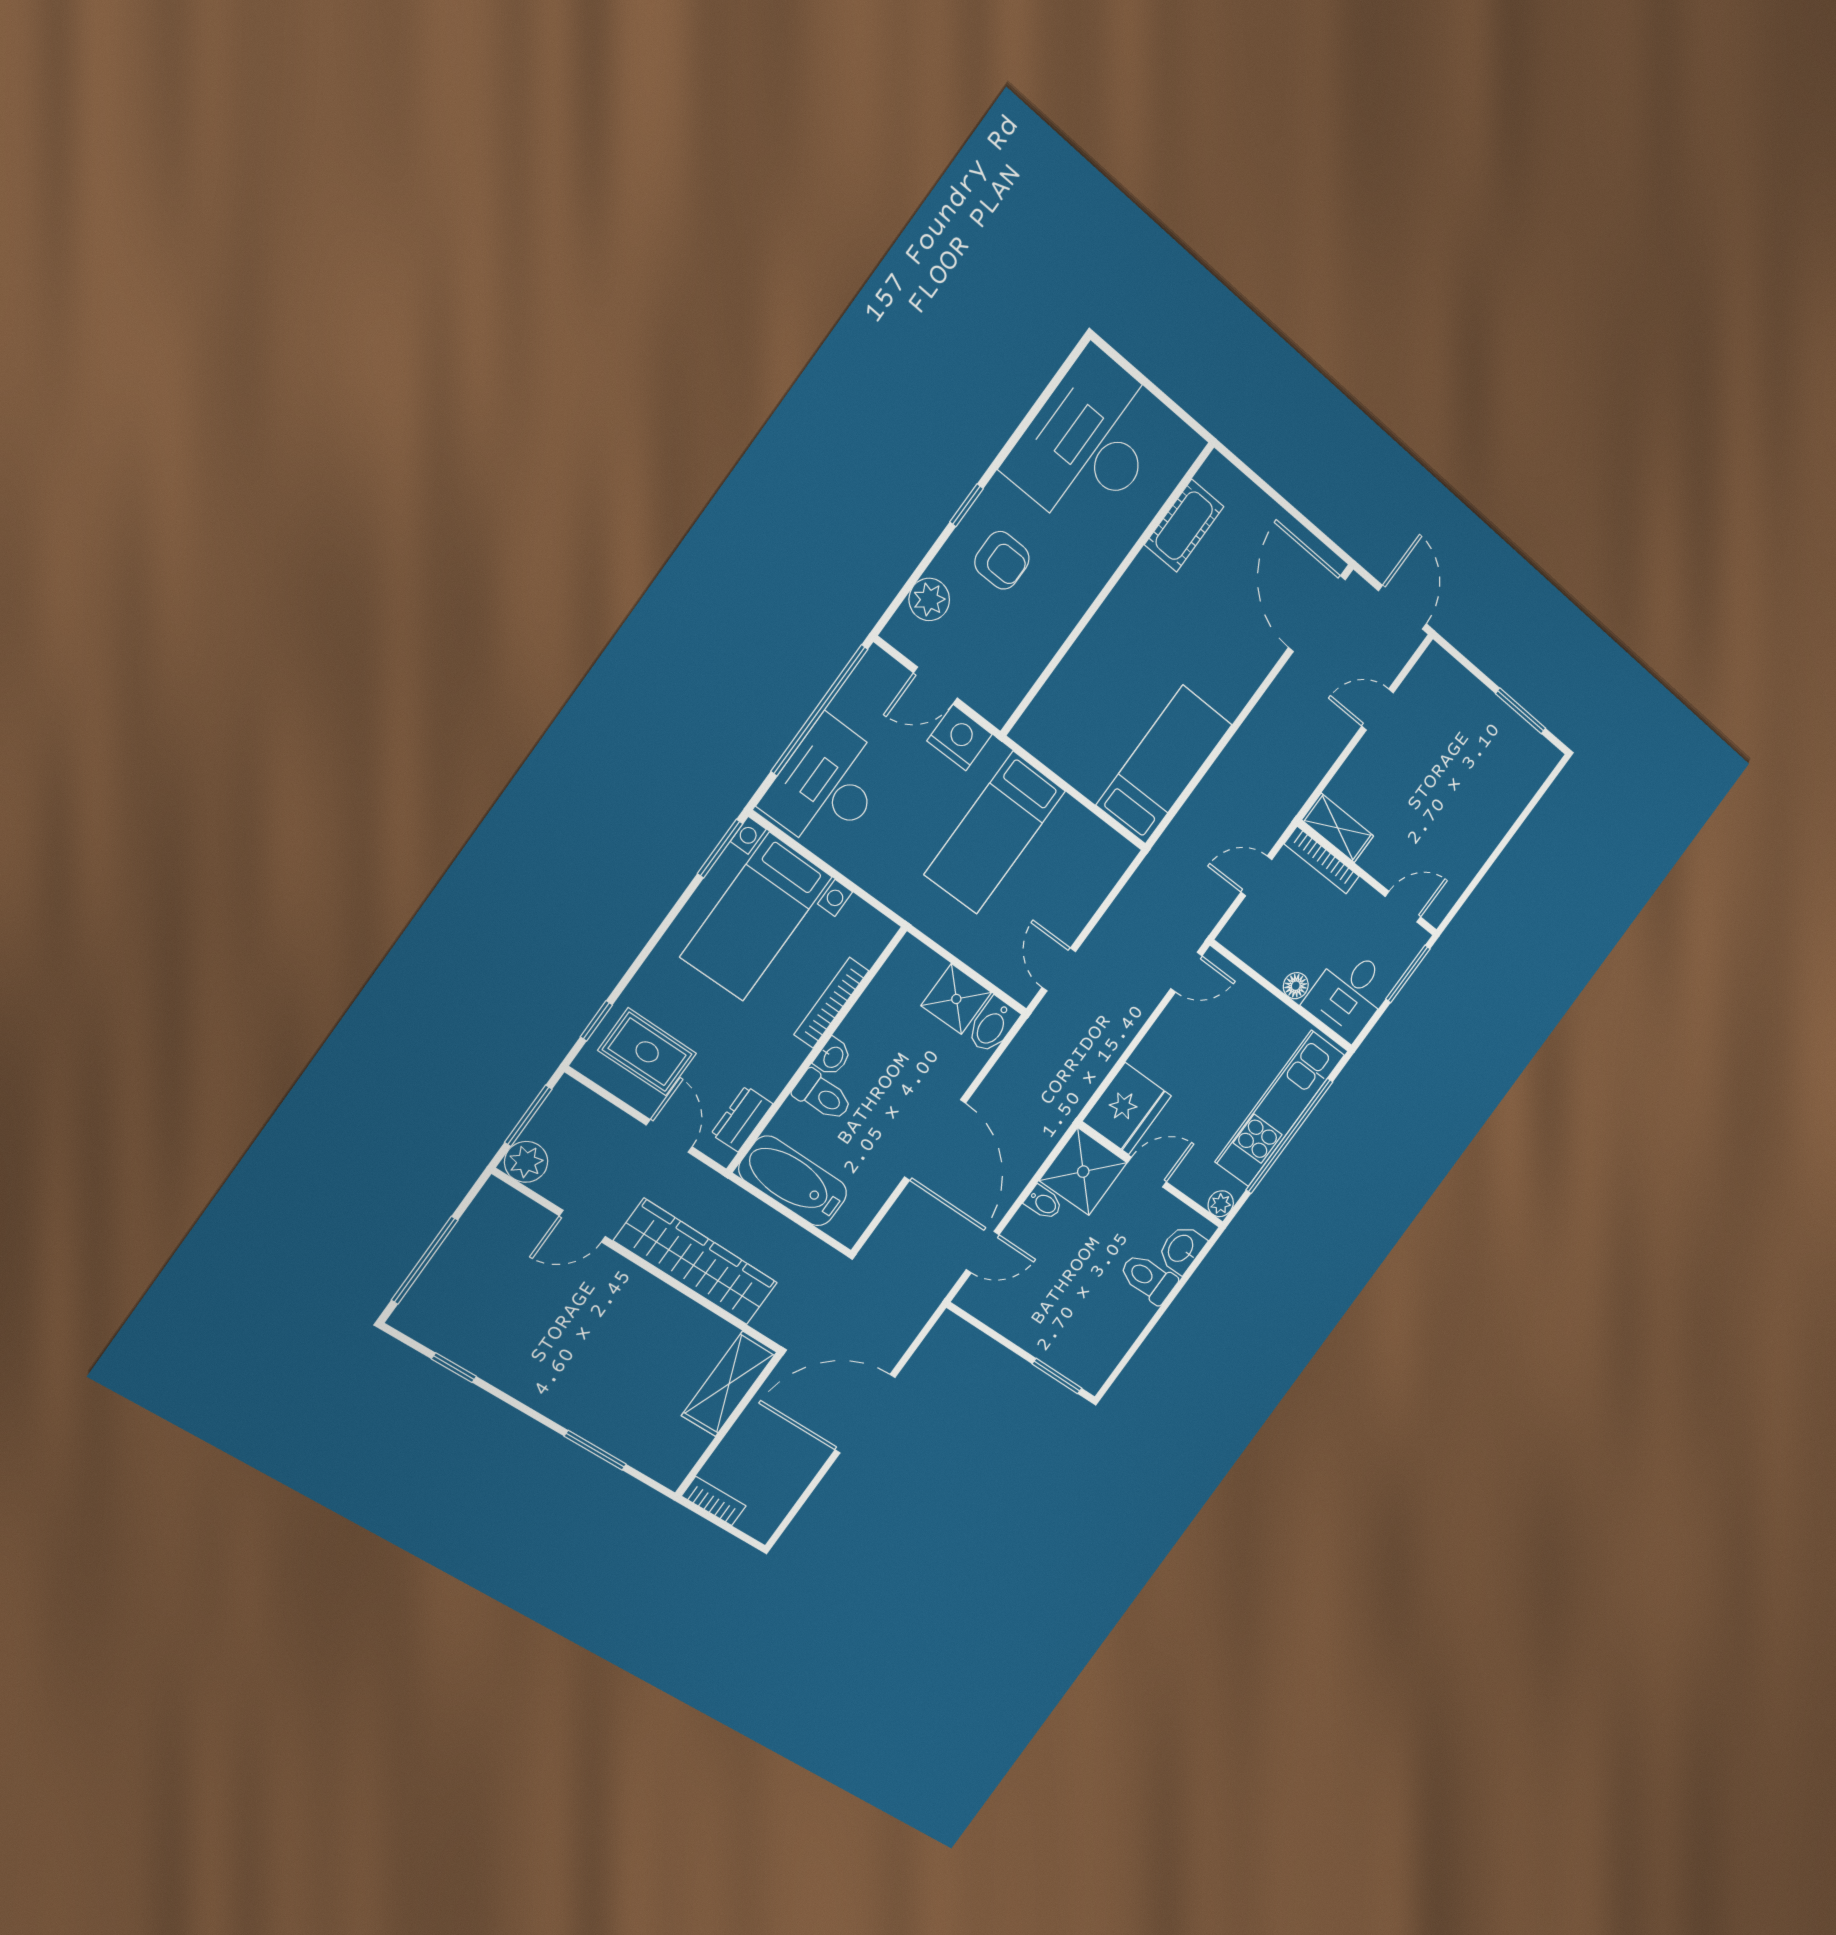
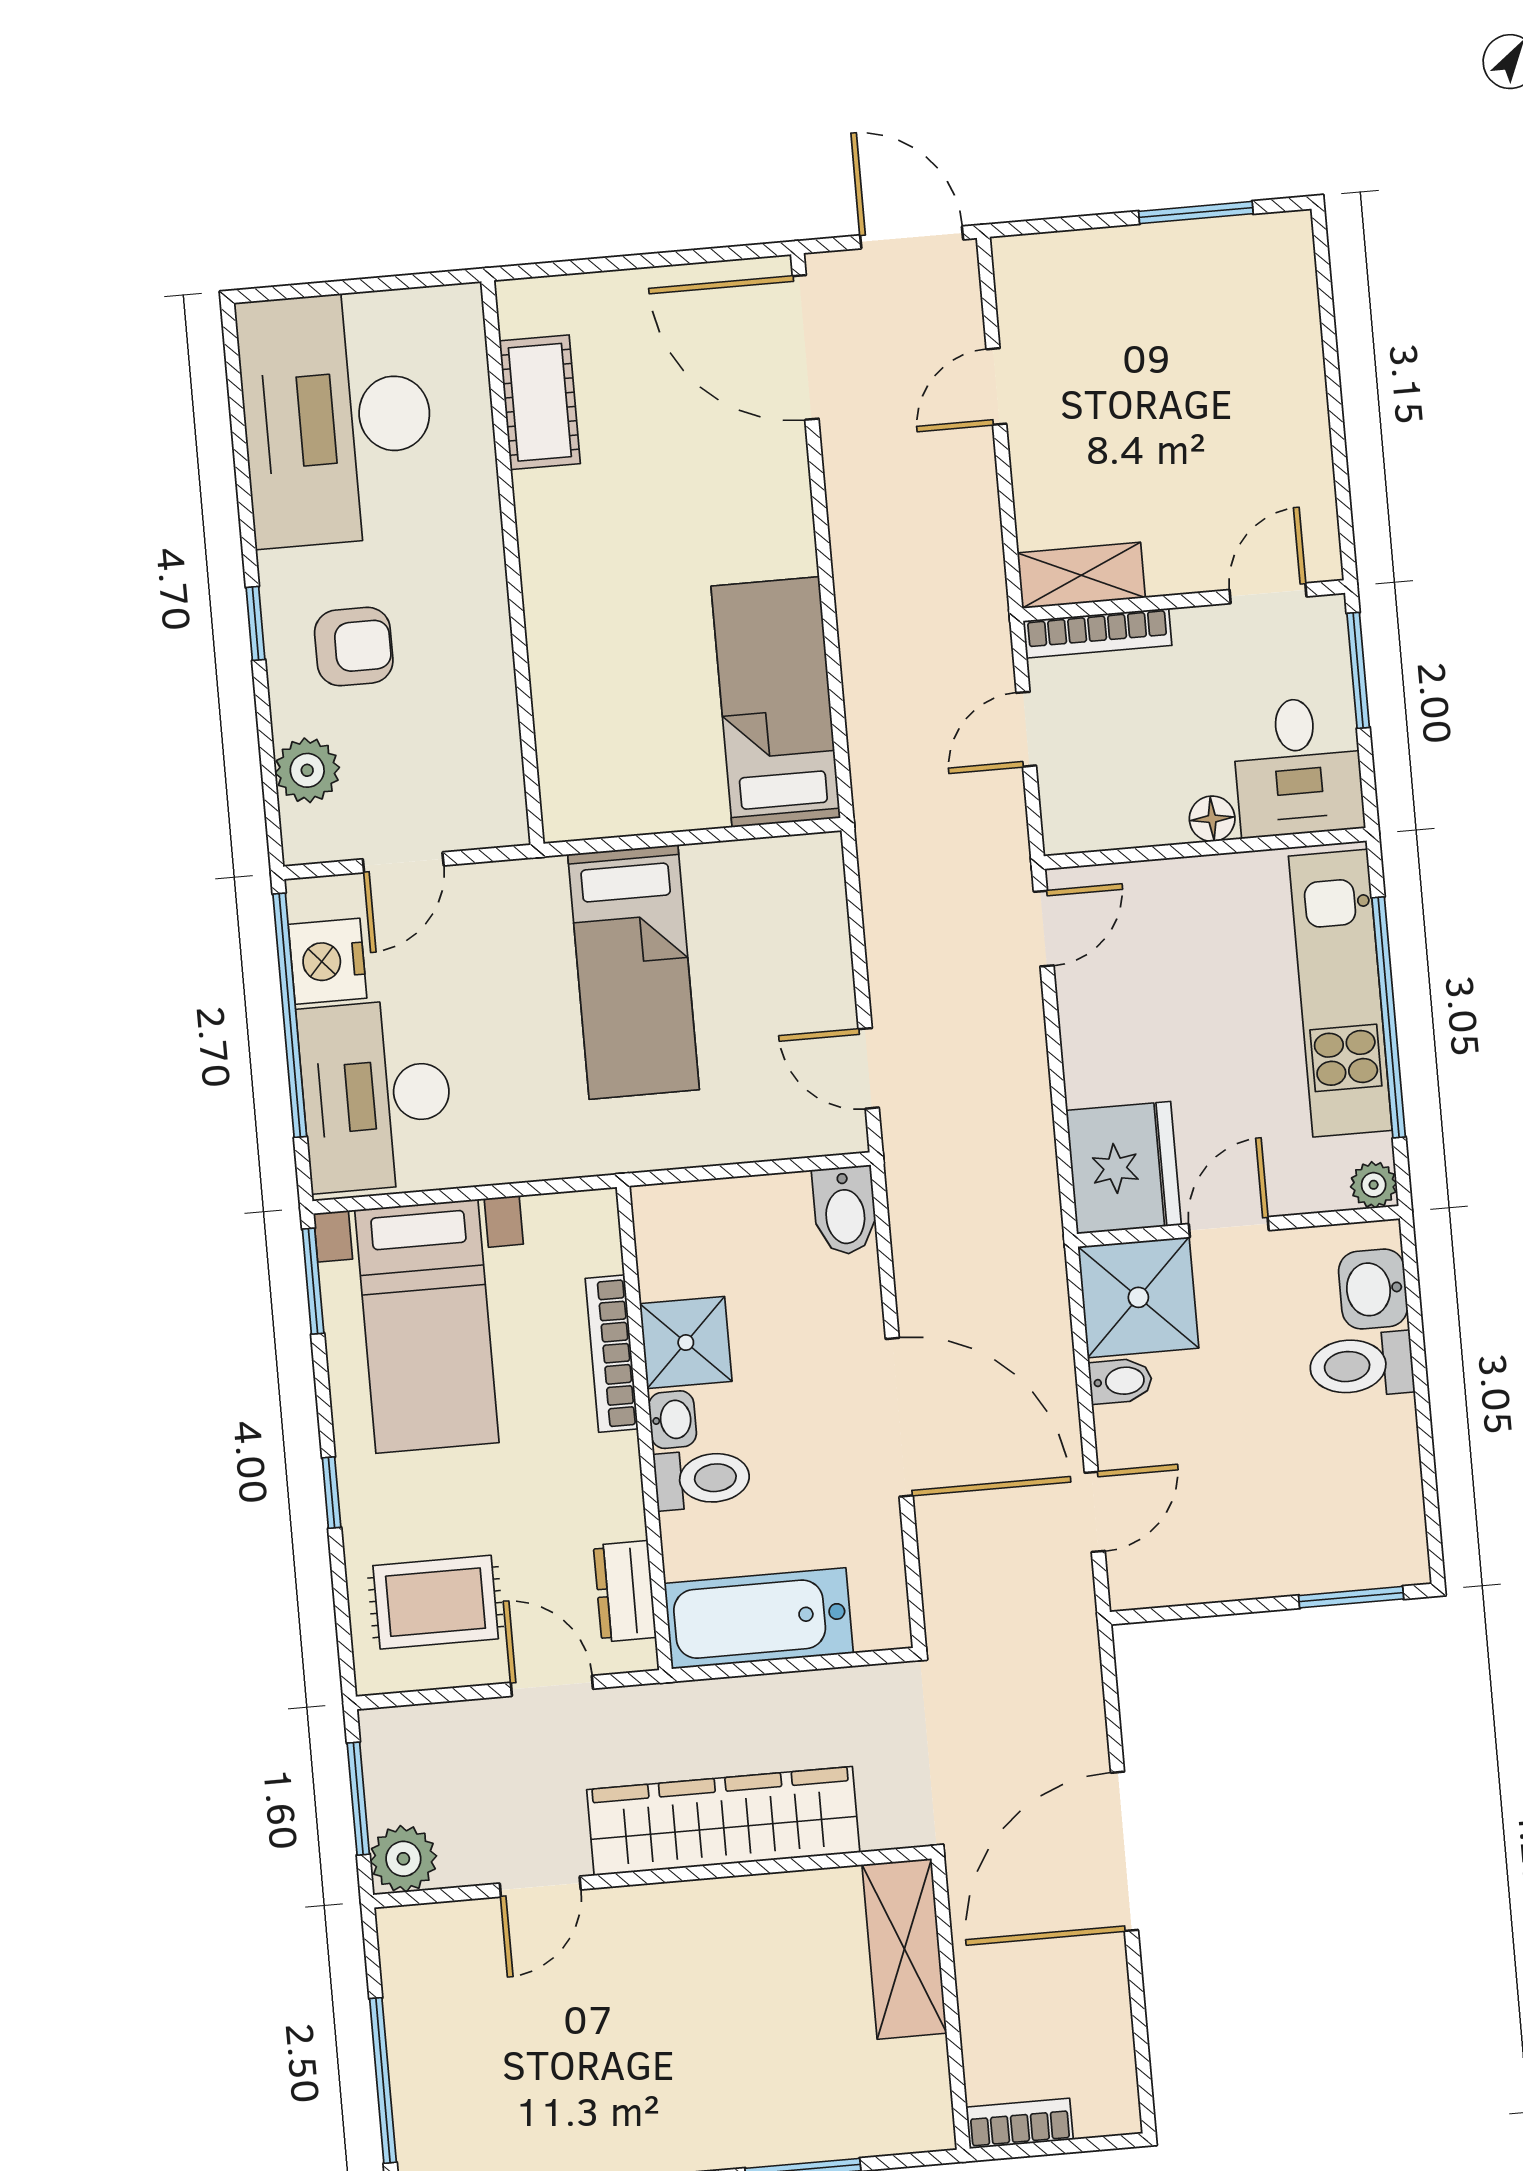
nightstand: (959, 738) -> (327, 961), moved, turned -90
shower: (956, 999) -> (686, 1343), moved
window: (596, 1021) -> (332, 1493), moved

